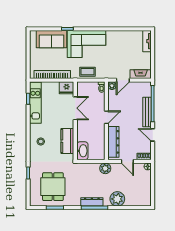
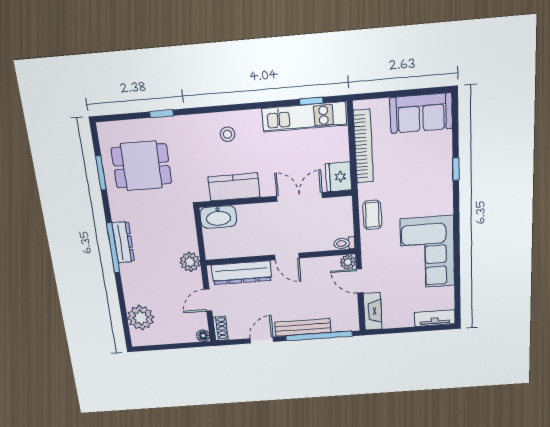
sofa: (51, 39) -> (421, 113), moved, turned -90
corner sofa: (86, 44) -> (428, 253), moved
double door: (75, 108) -> (300, 197), swing flipped
plant: (117, 199) -> (141, 318), moved

